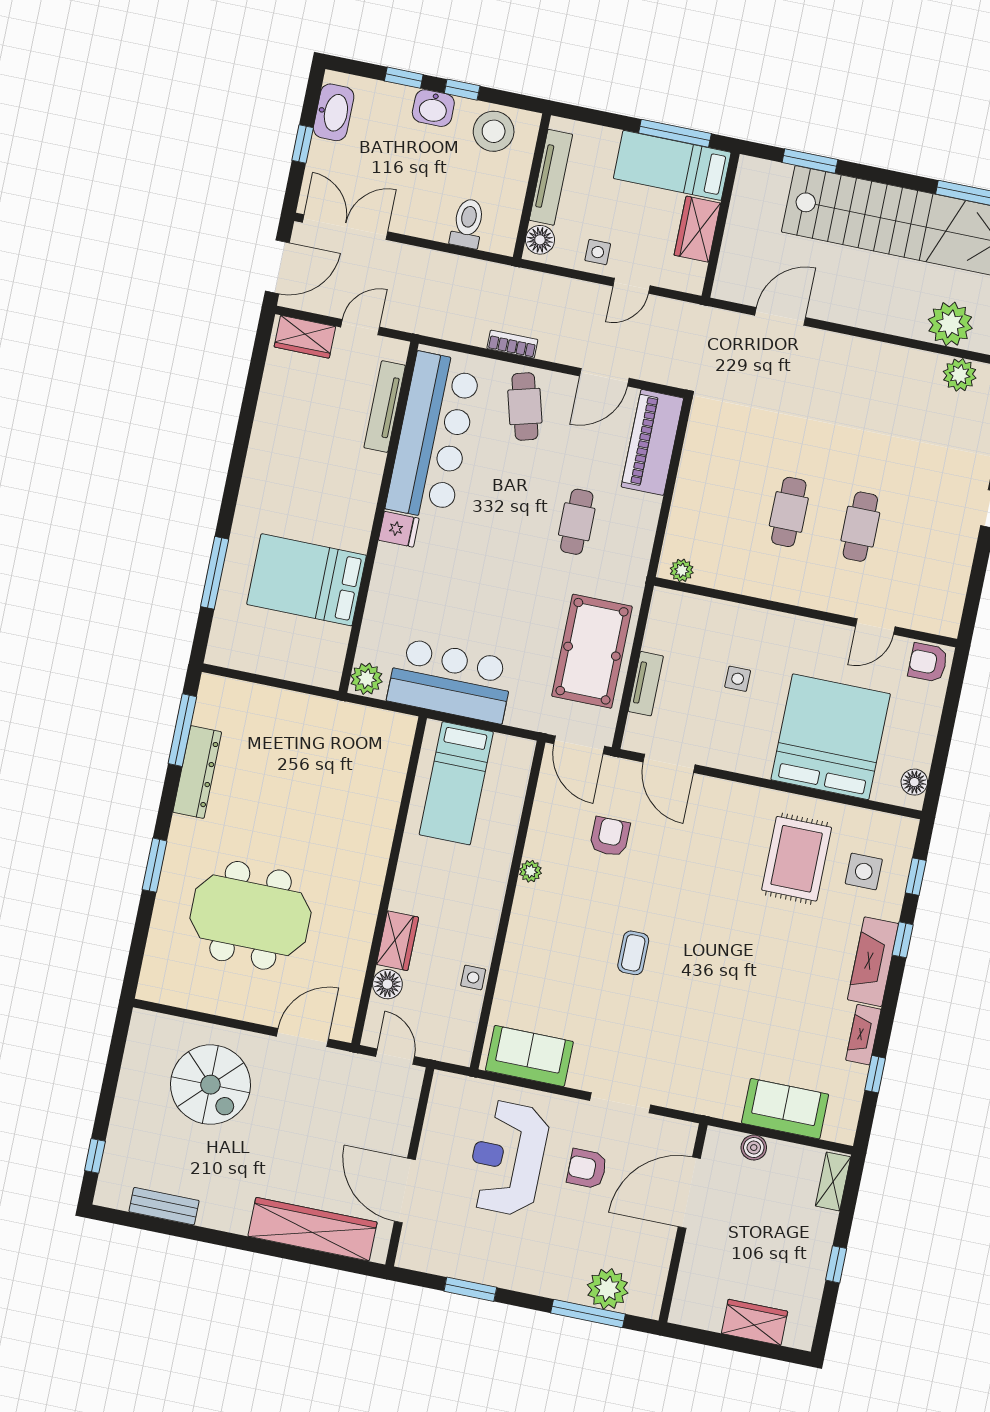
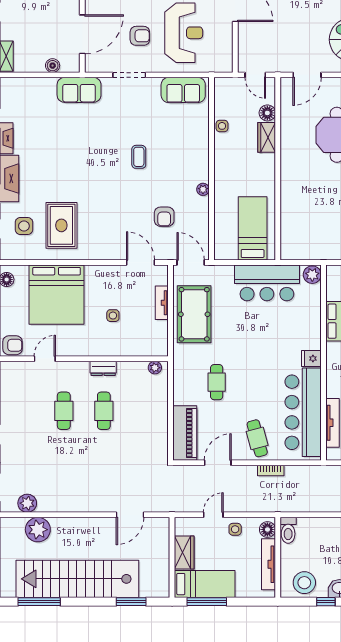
toilet: (468, 223) -> (288, 530), moved
dresser: (774, 588) -> (103, 368), added
sofa: (785, 1109) -> (79, 90), moved

